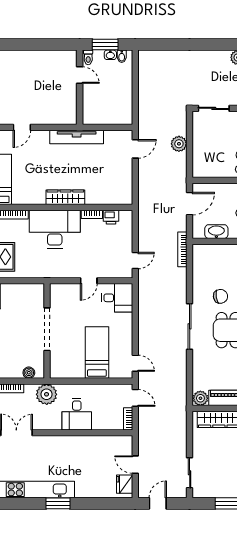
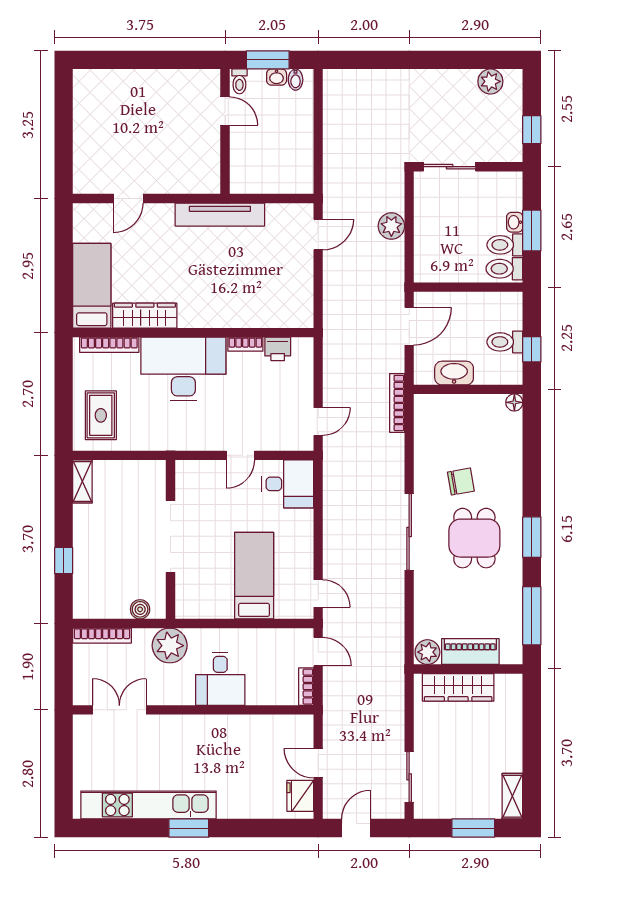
wardrobe: (65, 197) -> (145, 316), moved

